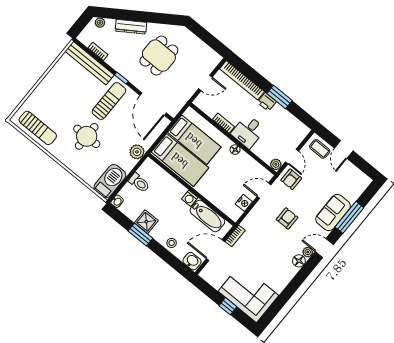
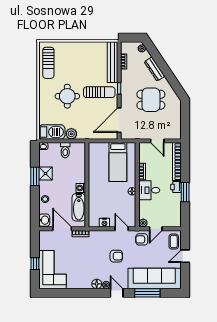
plant: (137, 152) -> (71, 134), moved
bed: (180, 160) -> (99, 163), removed
sofa: (333, 212) -> (154, 278), width x1.85, depth x1.27

